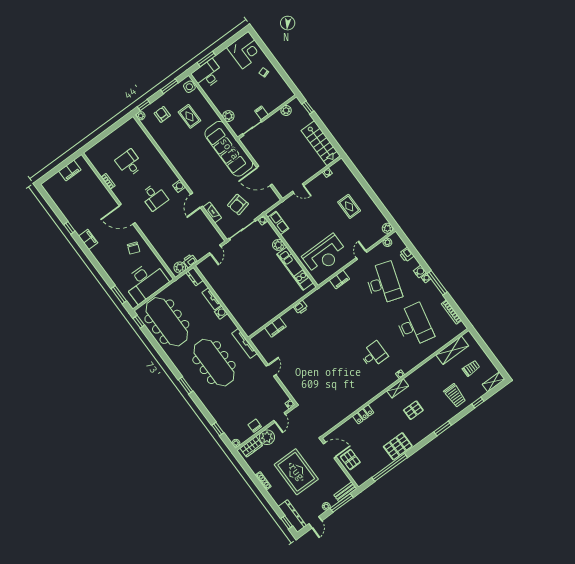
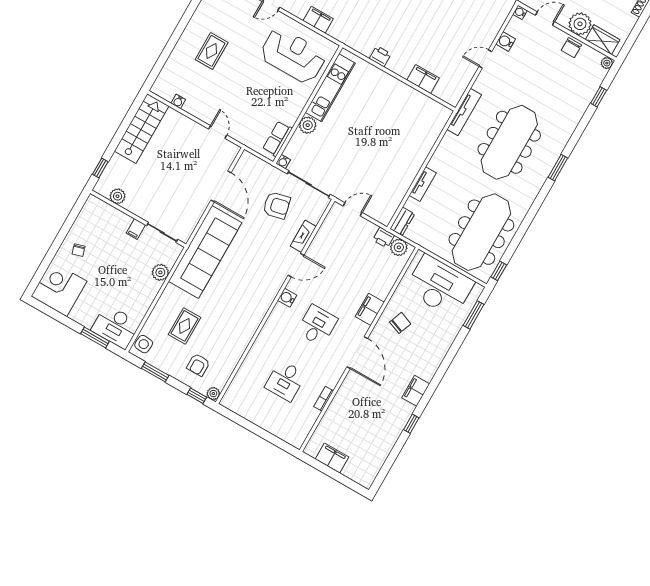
filing cabinet: (150, 233) -> (370, 309), added
water cooler: (221, 313) -> (506, 42), moved

